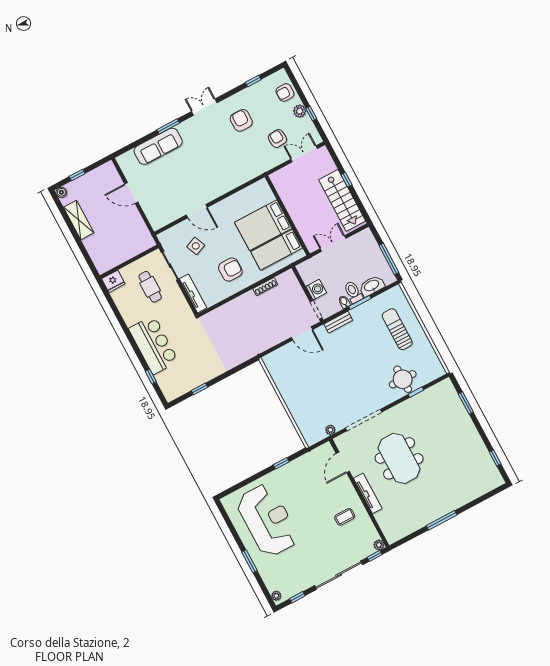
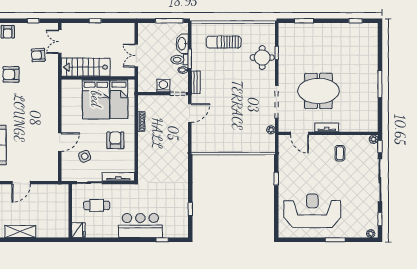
plant: (300, 111) -> (27, 28), removed
stairs: (342, 200) -> (86, 67), moved, turned 180
tv unit: (368, 493) -> (327, 127), width x0.71

